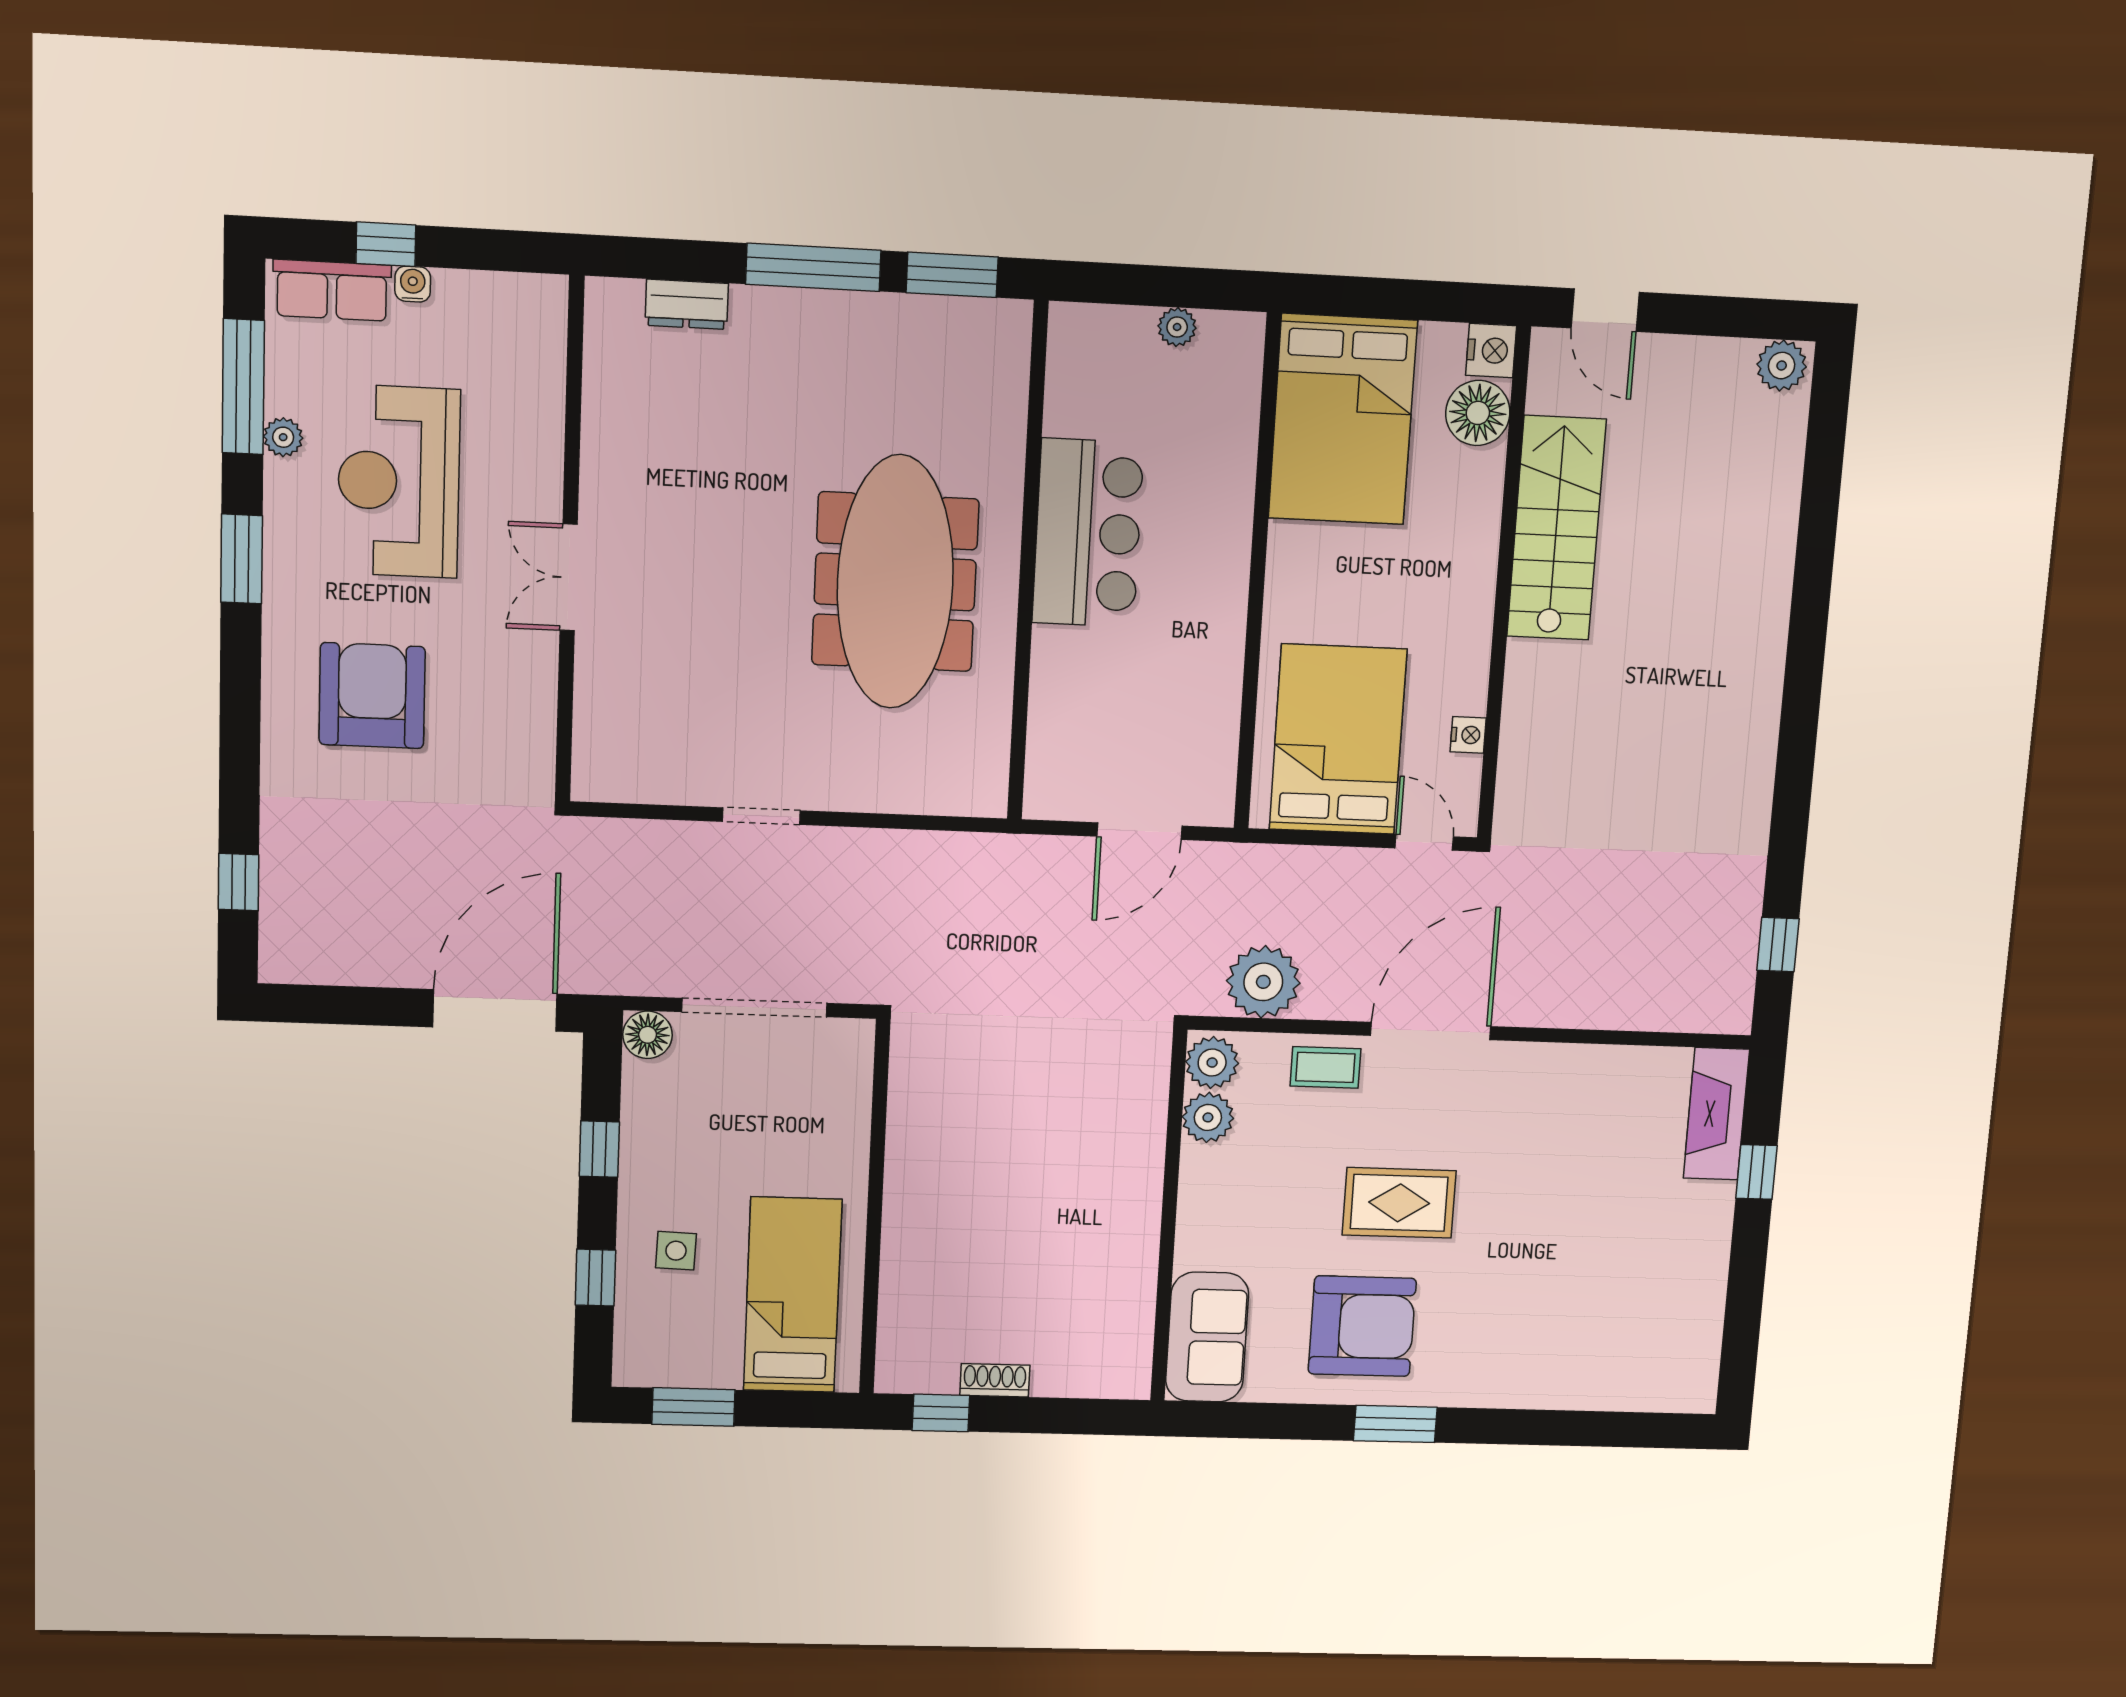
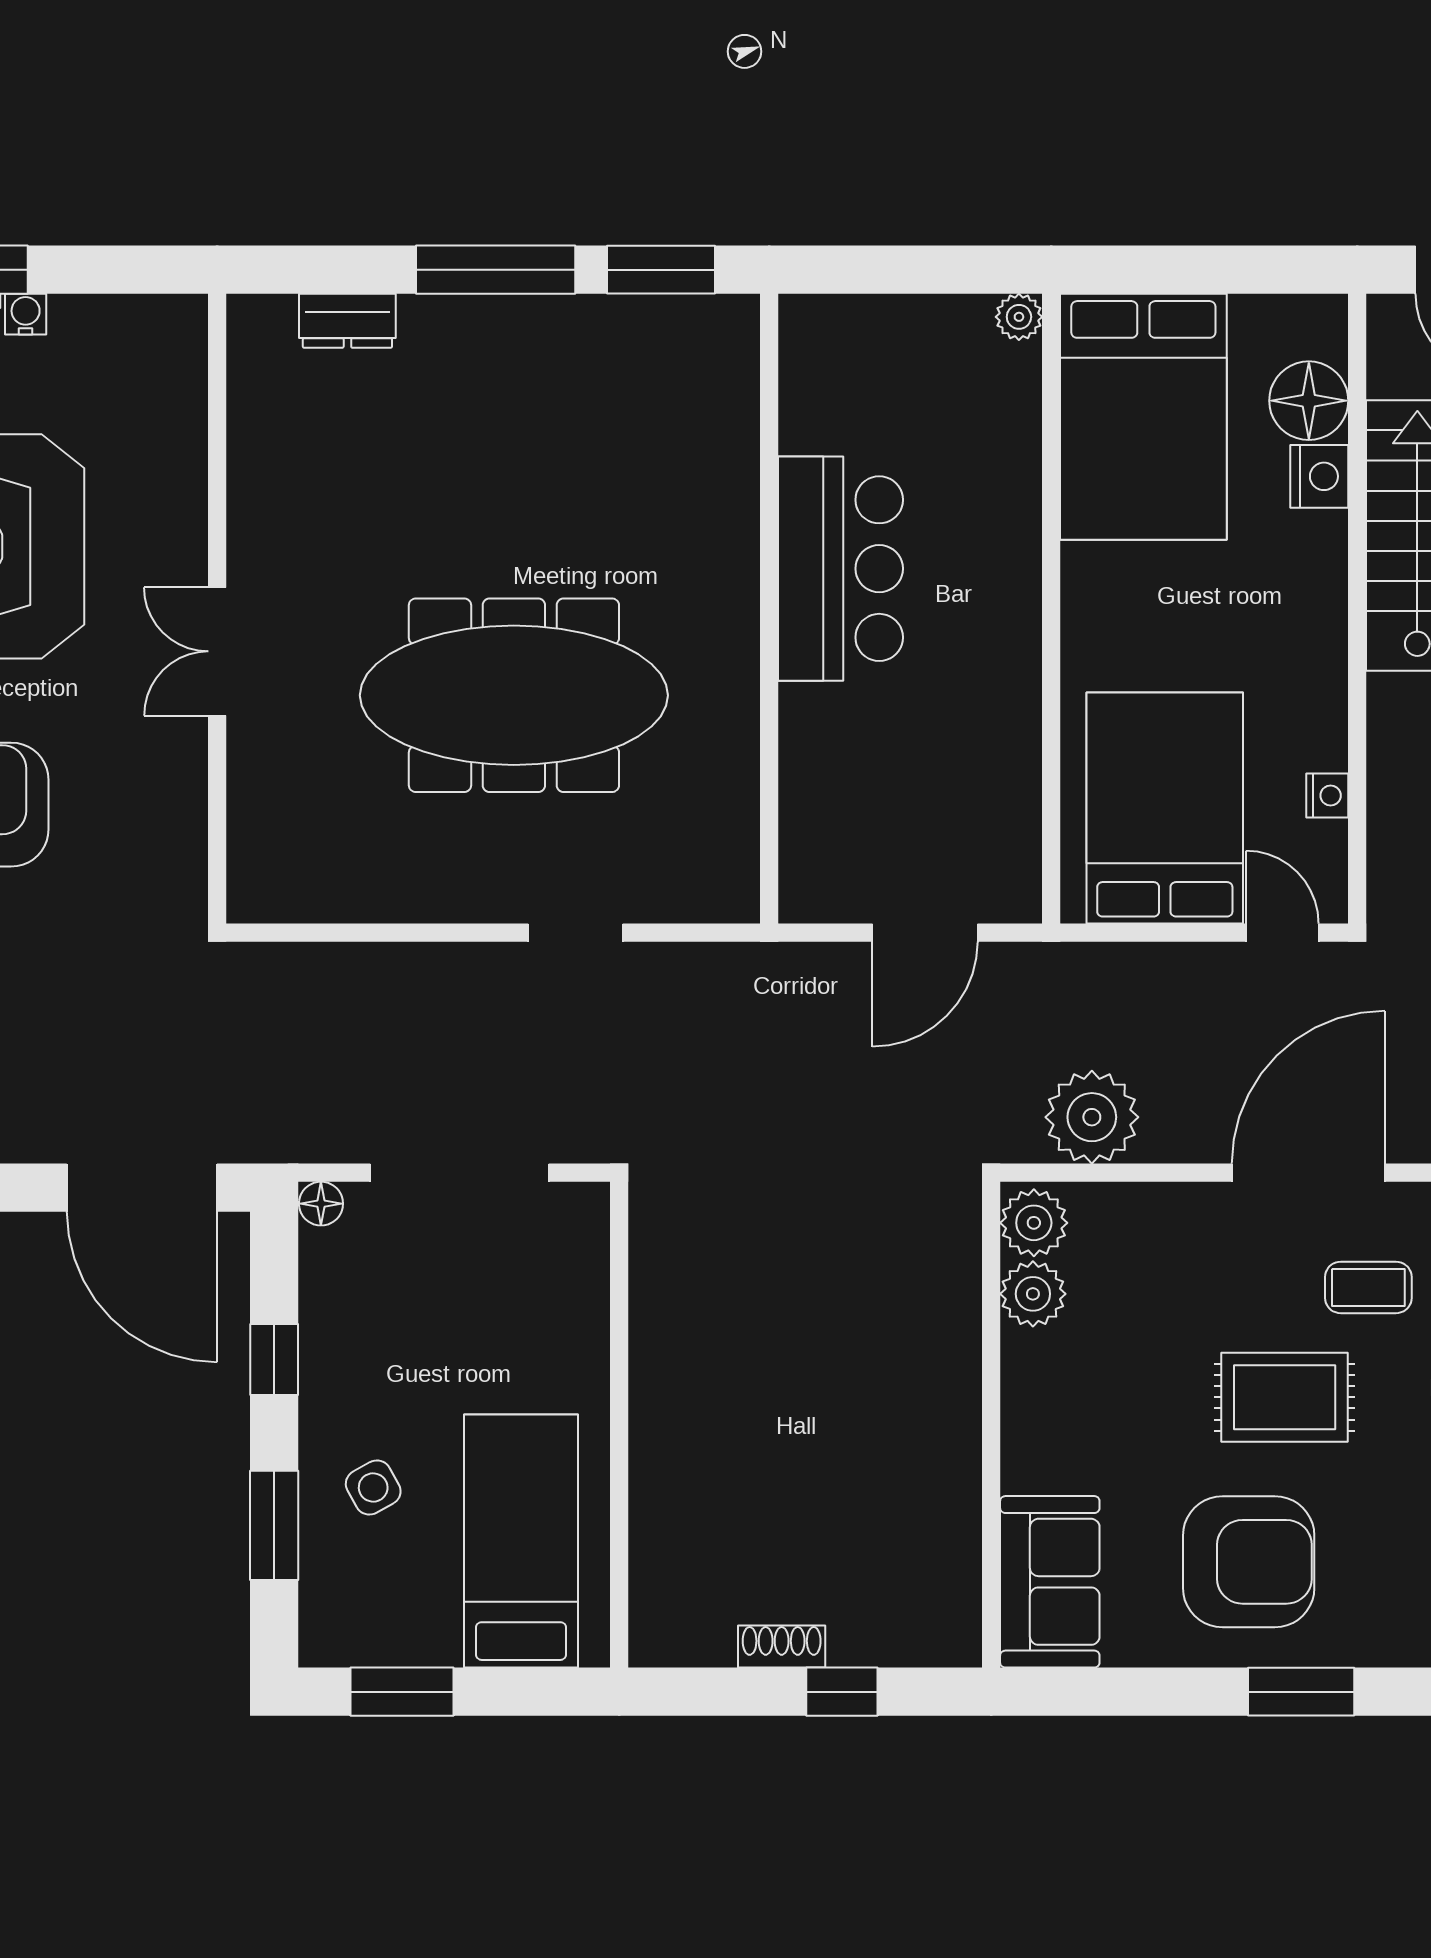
plant: (1177, 327) -> (1019, 317), moved
nightstand: (1491, 351) -> (1319, 476), moved
meeting table: (895, 582) -> (514, 695), moved, turned 90
doorway: (761, 816) -> (575, 933), moved
door: (495, 1010) -> (142, 1188), swing flipped
floor lamp: (648, 1035) -> (321, 1204), width x0.73, depth x0.73
coffee table: (1325, 1067) -> (1368, 1287), moved
side table: (676, 1251) -> (373, 1487), turned -31
window: (595, 1278) -> (274, 1525), width x1.50
window: (941, 1413) -> (842, 1692), moved

